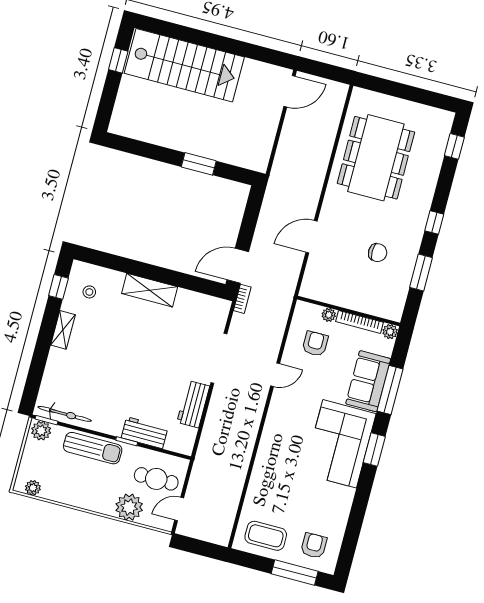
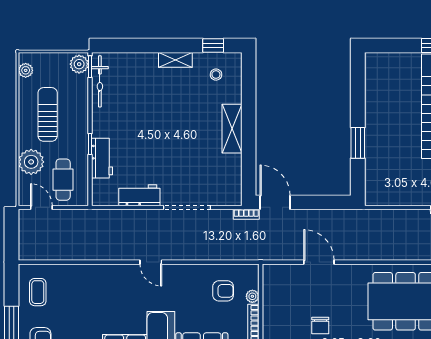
door: (275, 375) -> (151, 262), moved
sun lounger: (93, 448) -> (48, 114), moved, turned 180
coffee table: (266, 536) -> (38, 292), width x0.73, depth x0.77

